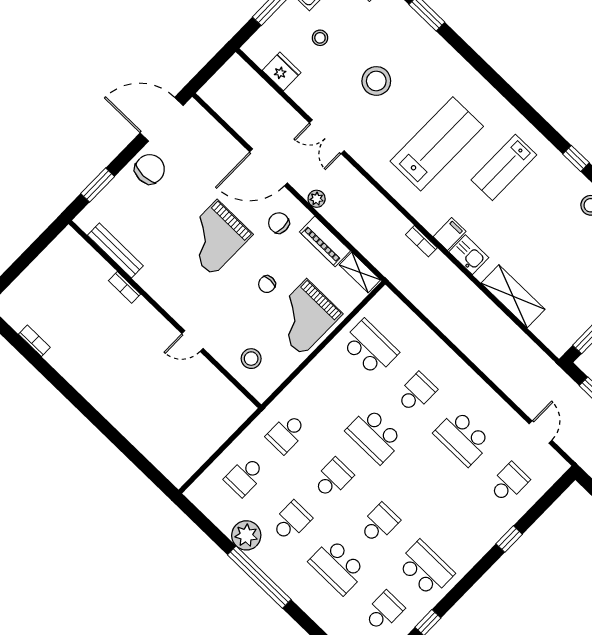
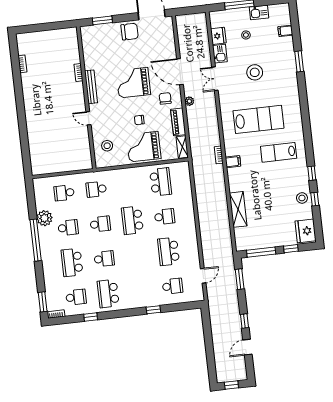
bench: (115, 250) -> (91, 87), moved
kitchen sink: (469, 255) -> (220, 54), moved
school desk: (426, 569) -> (108, 294), turned 180

